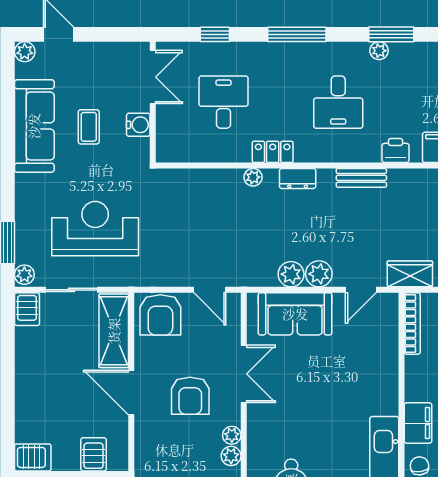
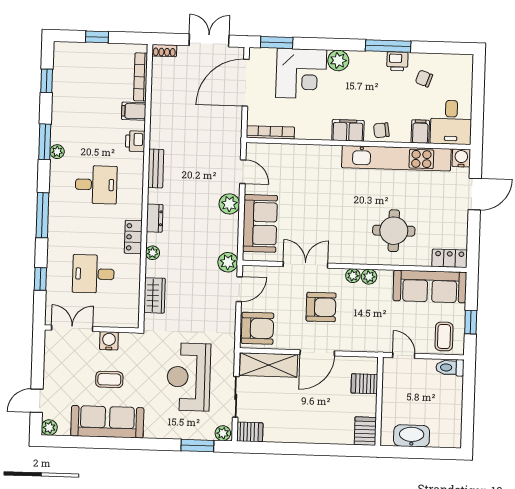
plant: (291, 274) -> (228, 262), moved
wardrobe: (410, 274) -> (154, 295), moved, turned 180

